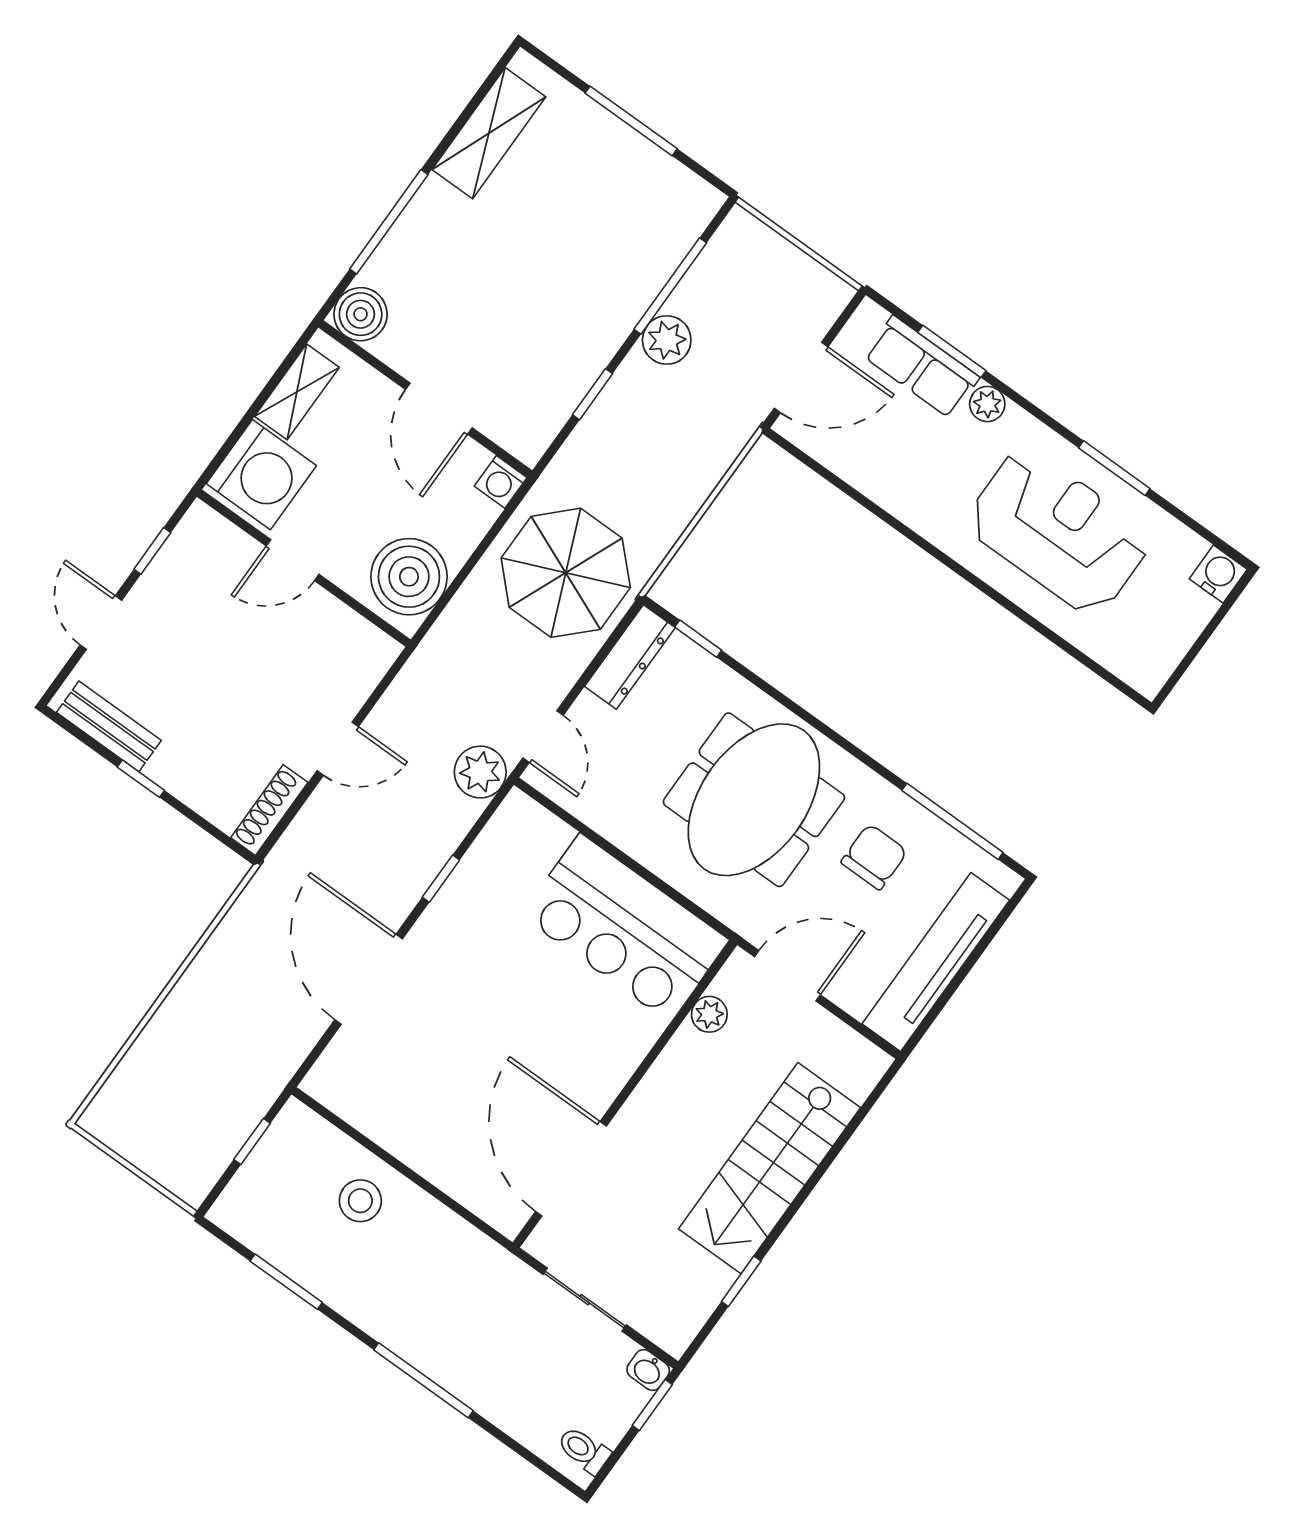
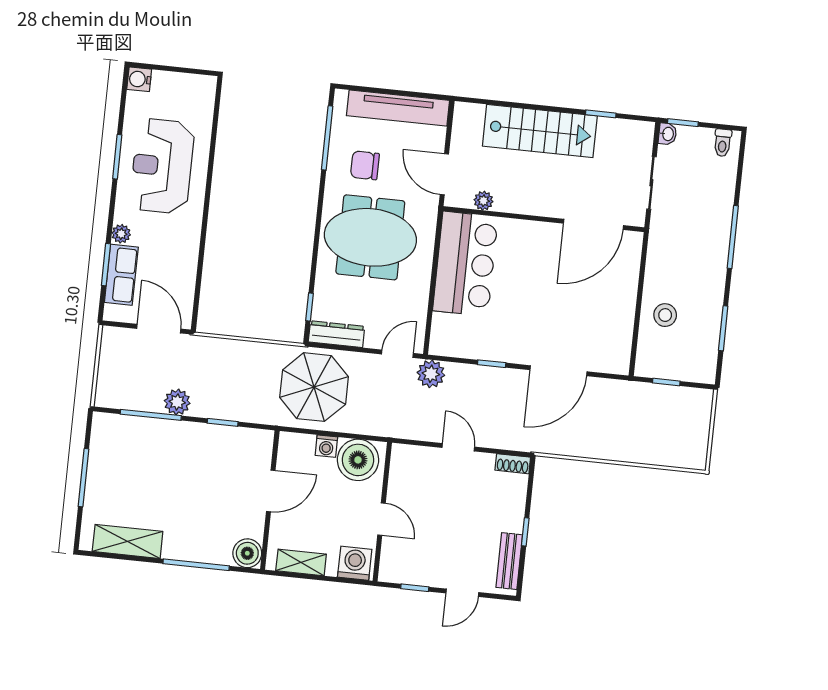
washing machine: (261, 475) -> (355, 563), width x0.73, depth x0.73
washing machine: (501, 482) -> (326, 446), moved, turned 90
shoe rack: (269, 810) -> (513, 464), width x0.70

